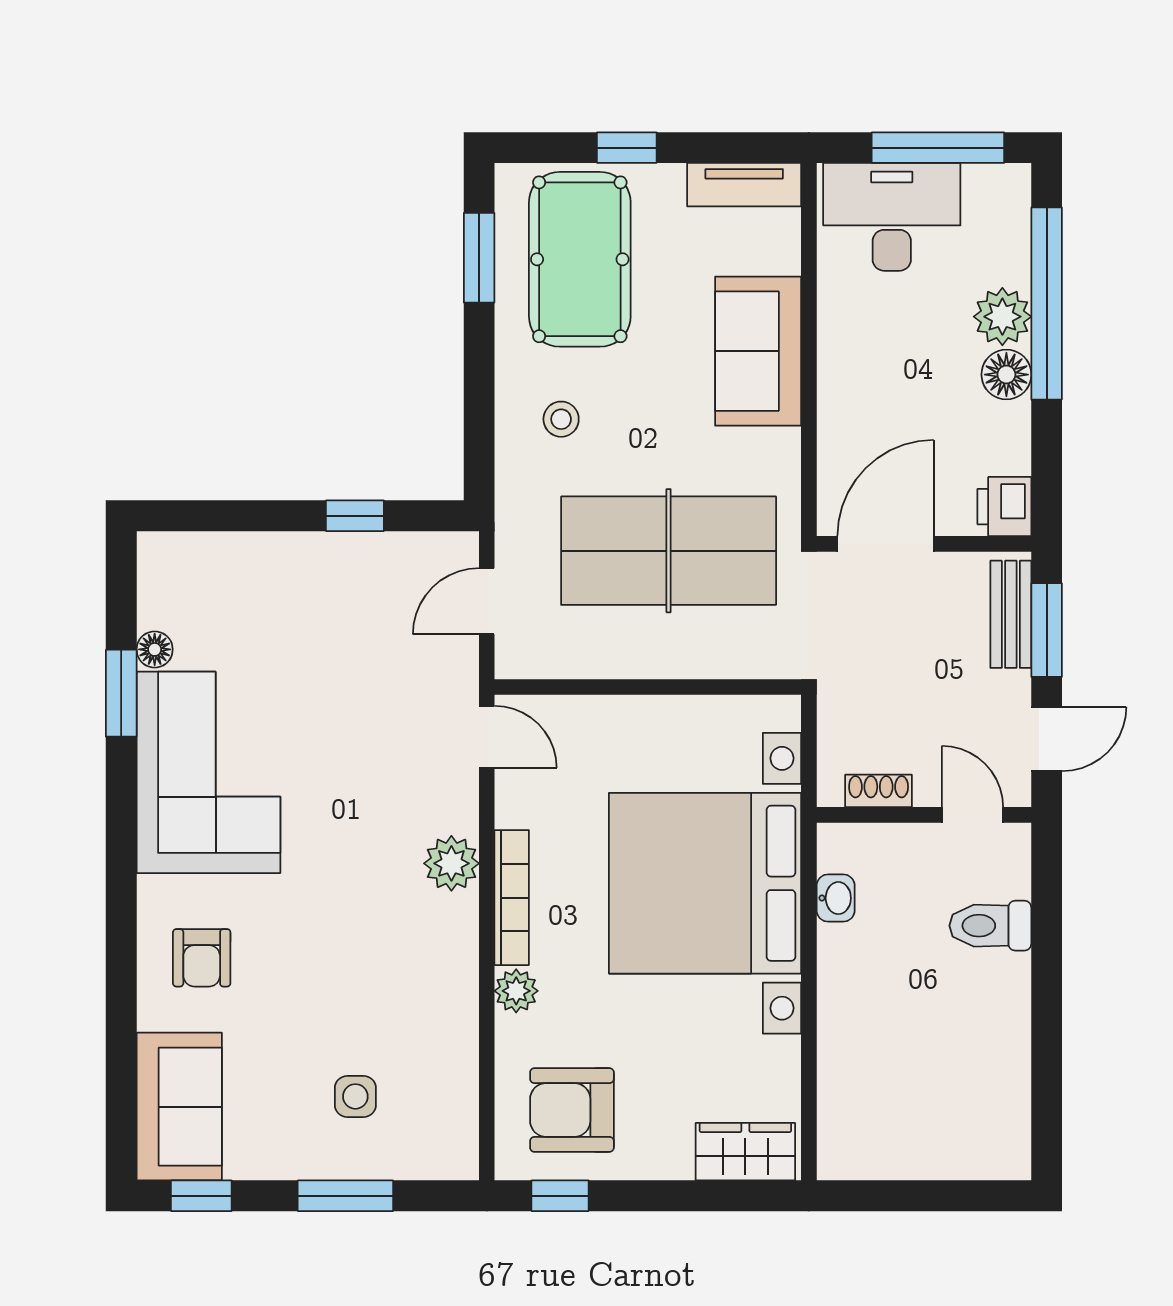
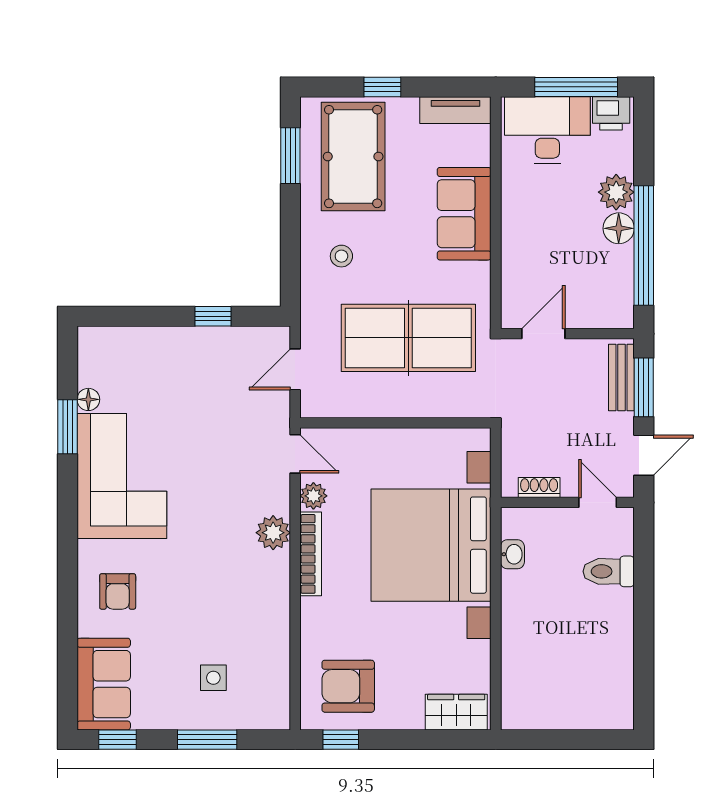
window: (1047, 303) -> (644, 246), moved
printer: (1004, 507) -> (611, 113), moved, turned -90
door: (885, 544) -> (543, 334), width x0.73
plant: (516, 991) -> (313, 496), moved

